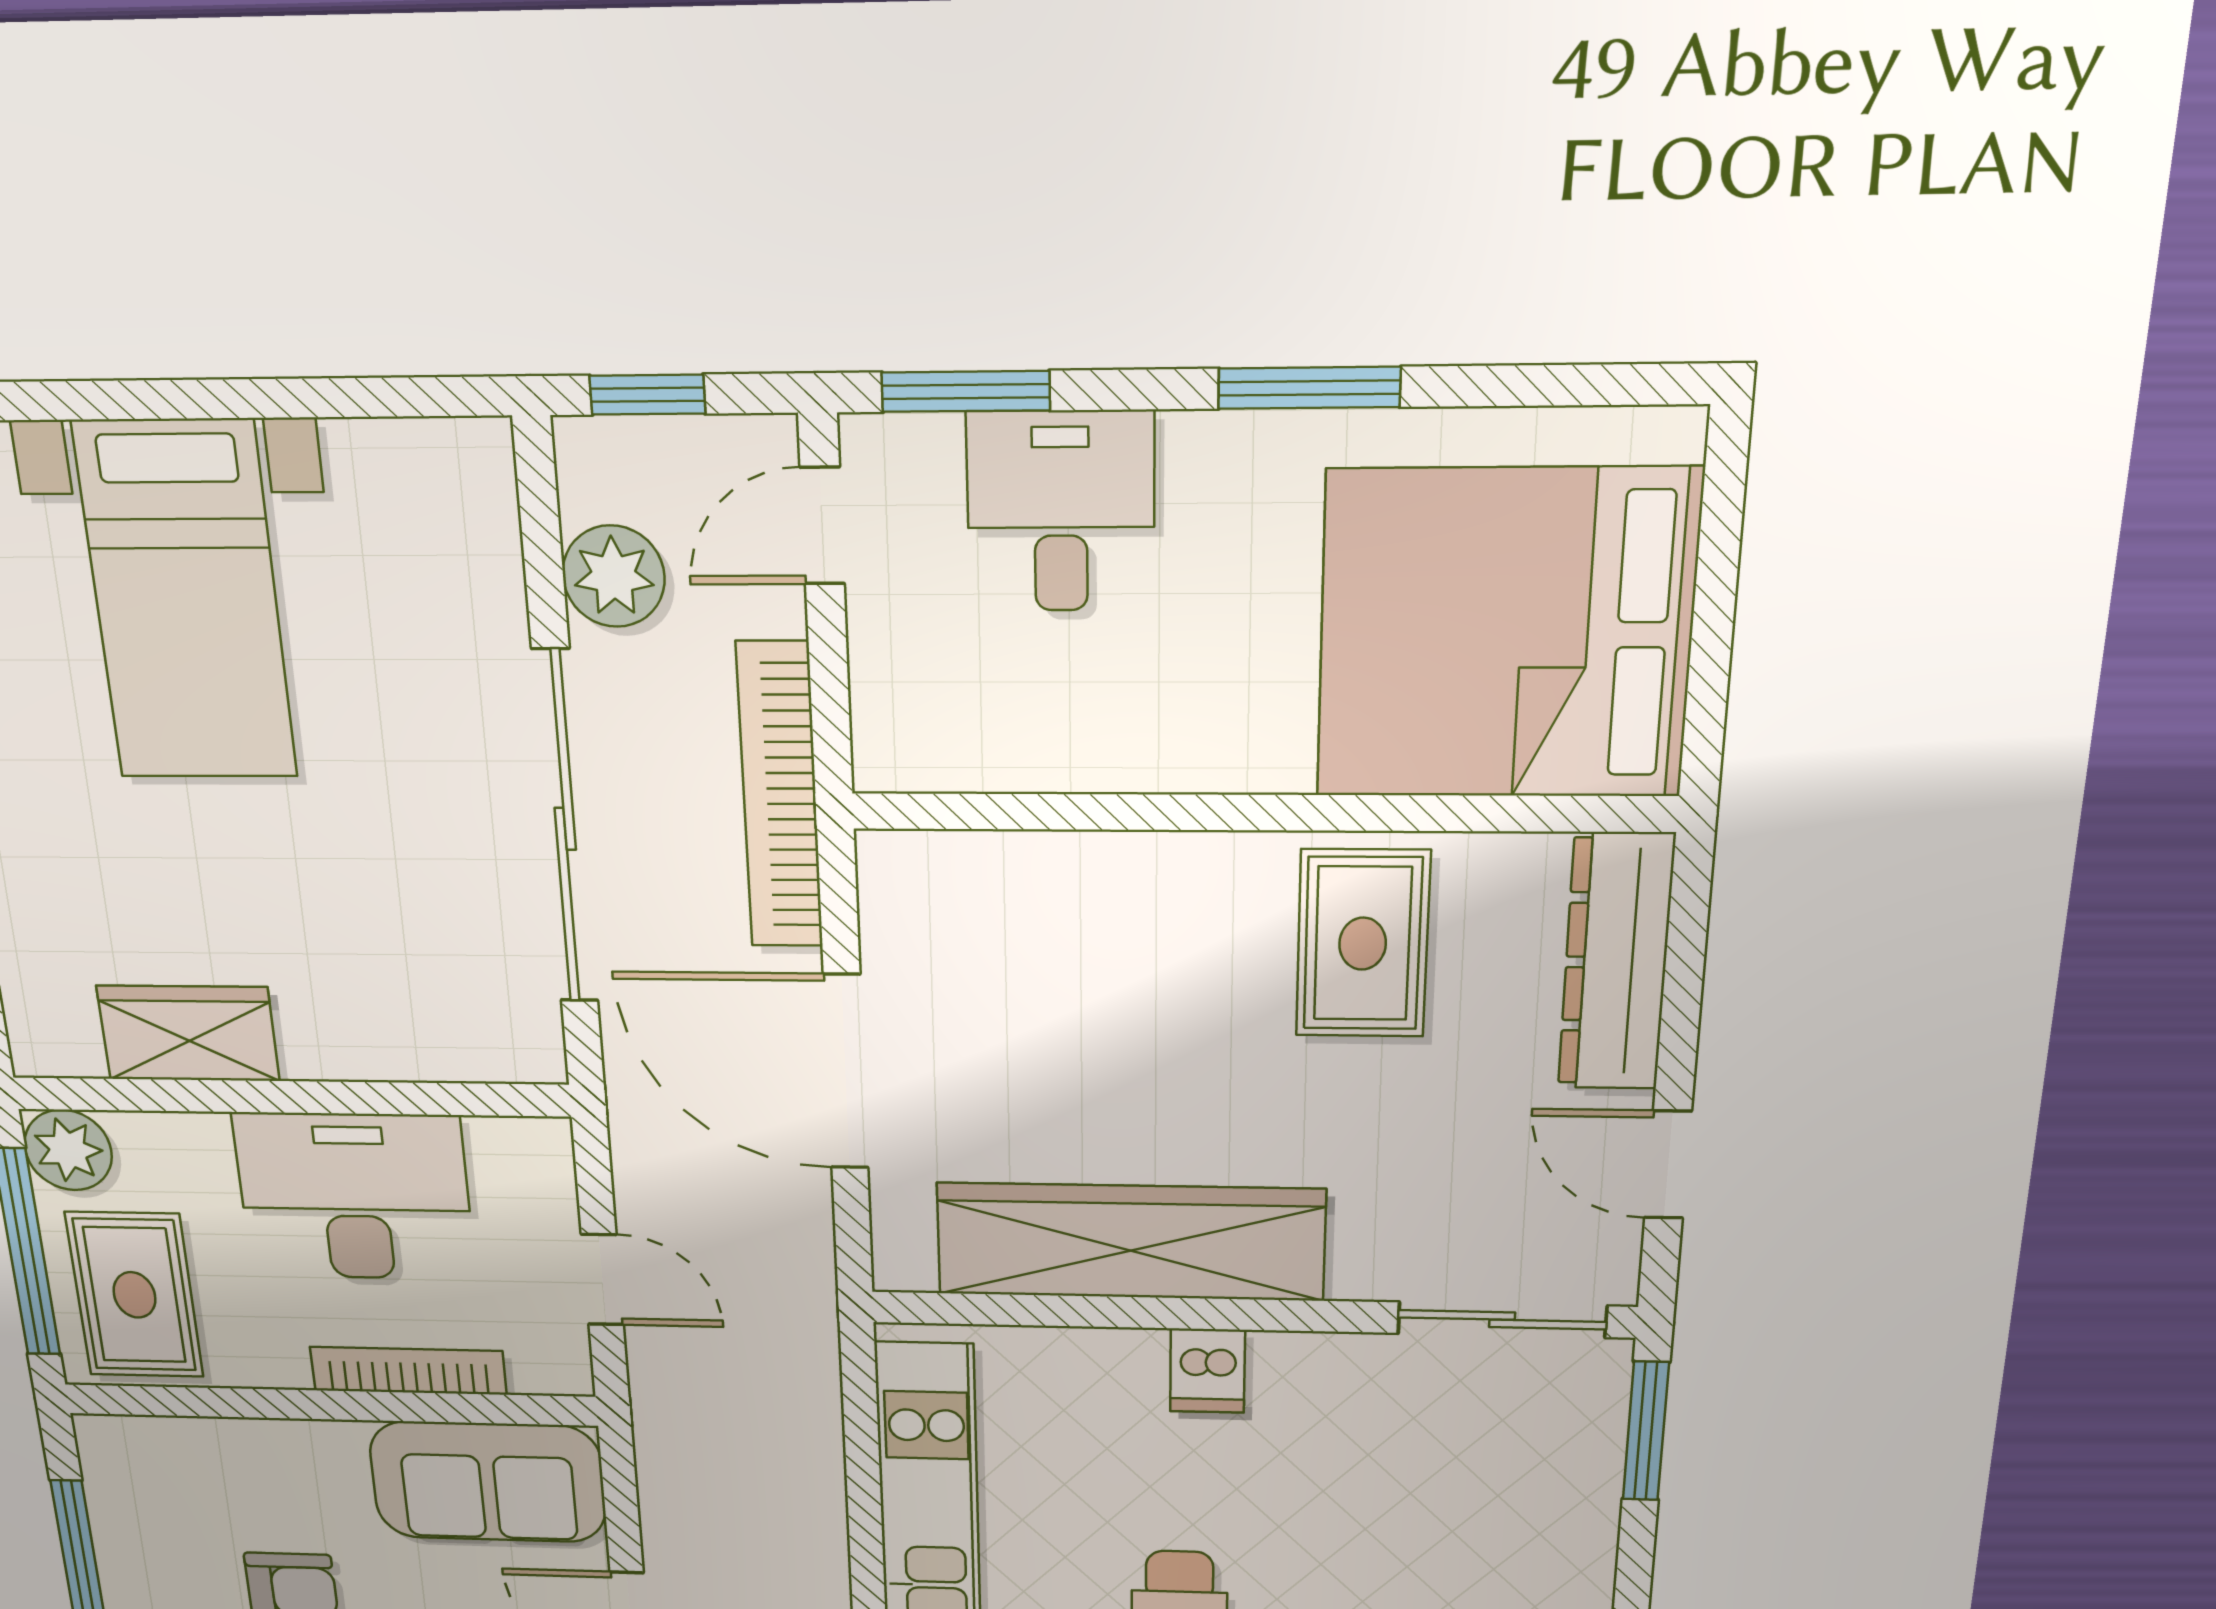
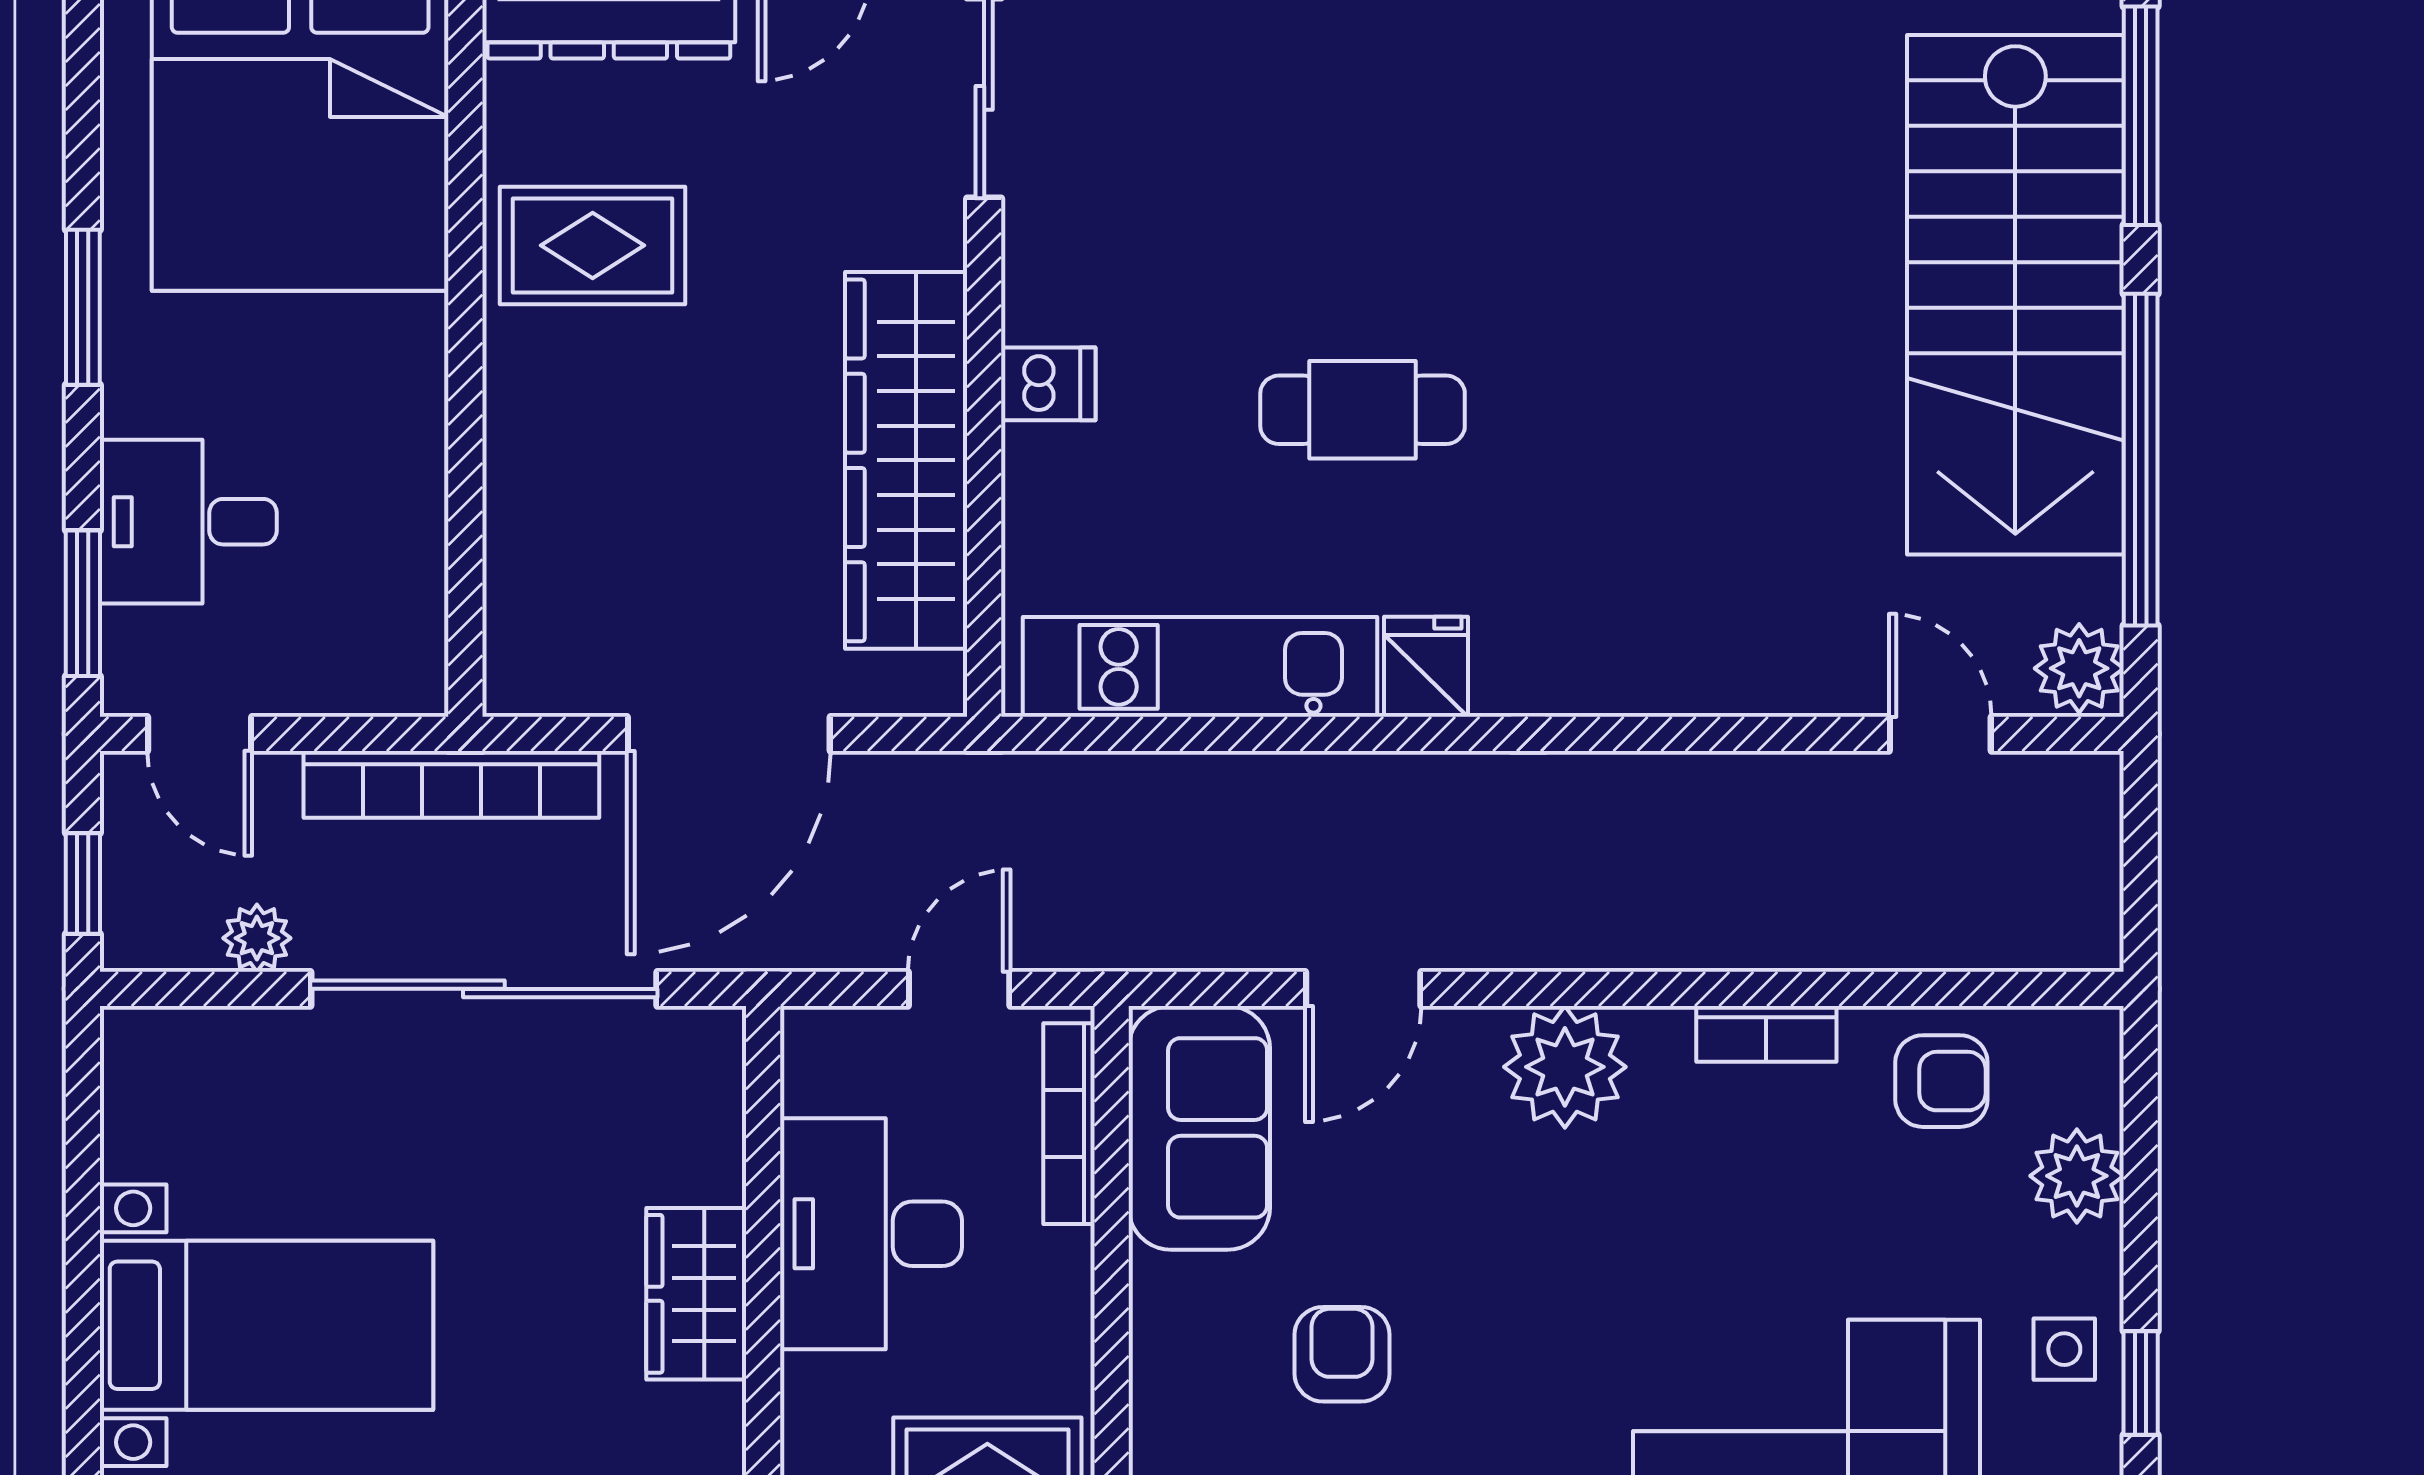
plant: (614, 576) -> (257, 938), width x0.73, depth x0.73
wardrobe: (188, 1033) -> (696, 1294), moved
bookcase: (408, 1371) -> (1069, 1124), moved

